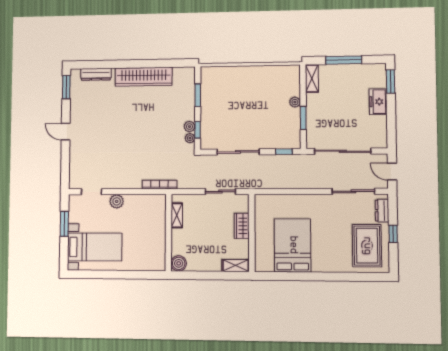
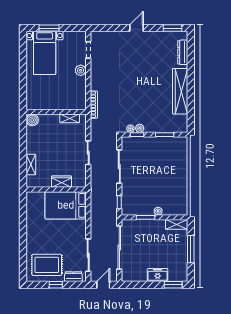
window: (64, 224) -> (49, 28), moved
wardrobe: (242, 226) -> (61, 182), moved
wall: (252, 233) -> (56, 189), moved
bed: (293, 245) -> (66, 205), moved, turned 180

